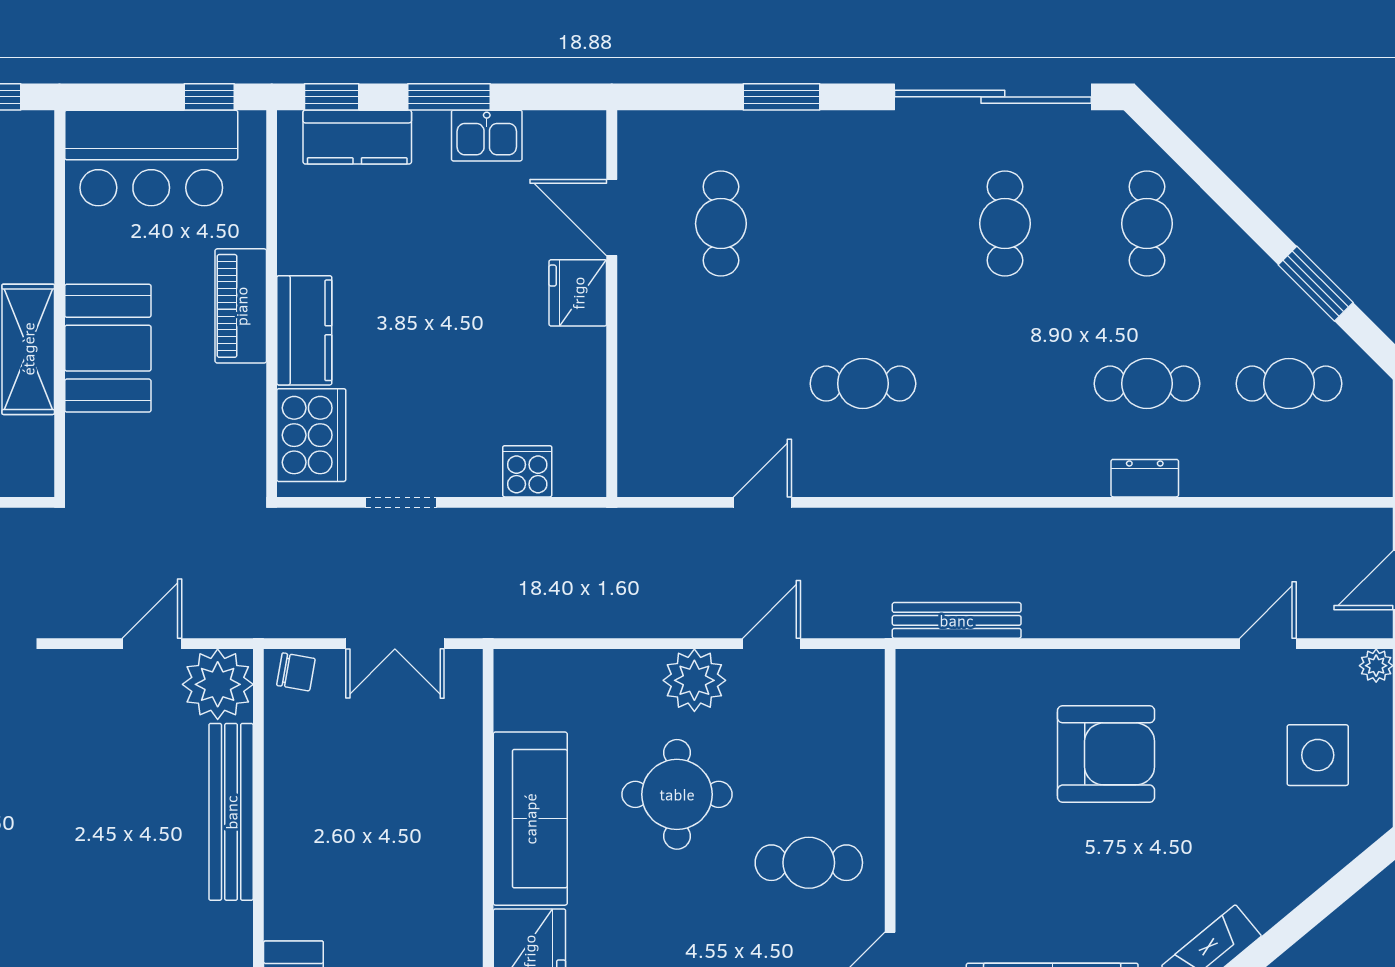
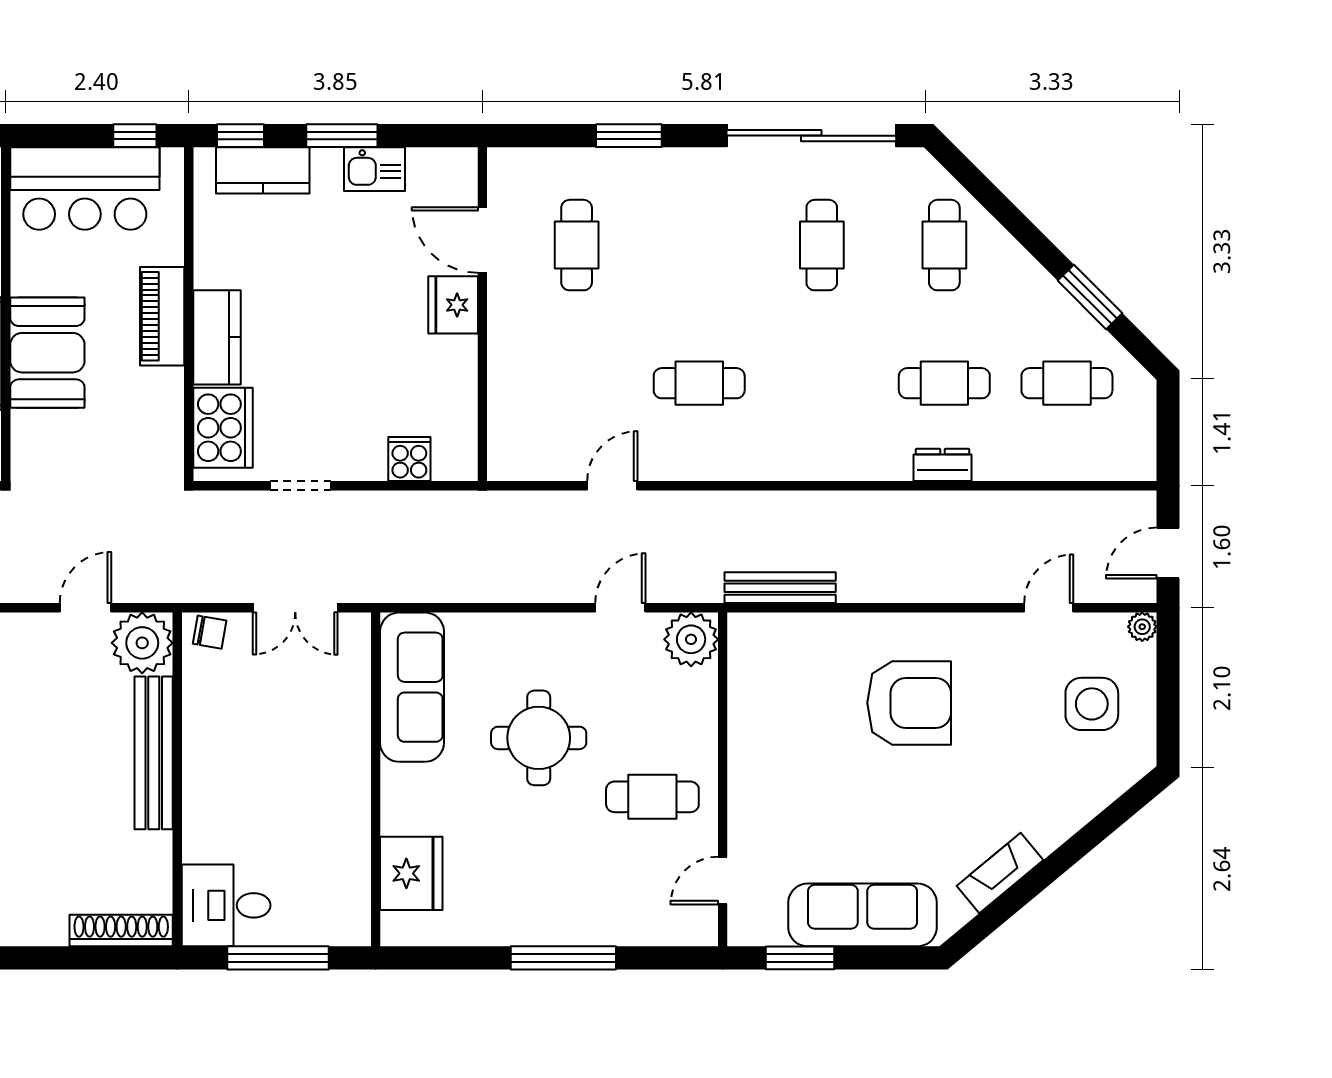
plant: (694, 680) -> (691, 639), moved
sofa: (530, 819) -> (412, 687), moved

